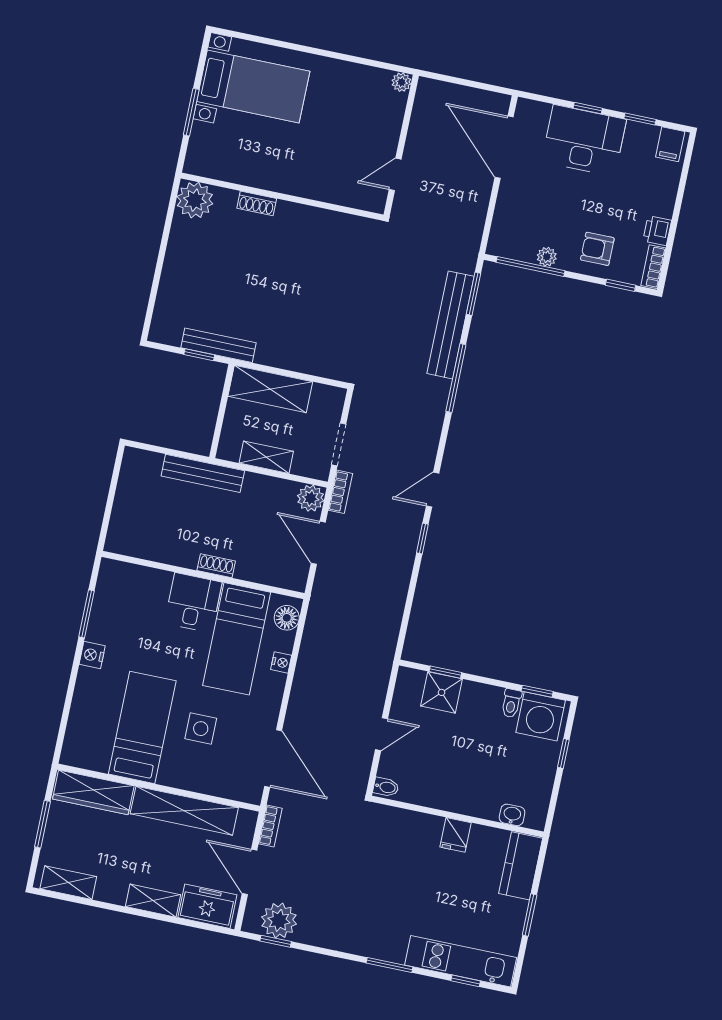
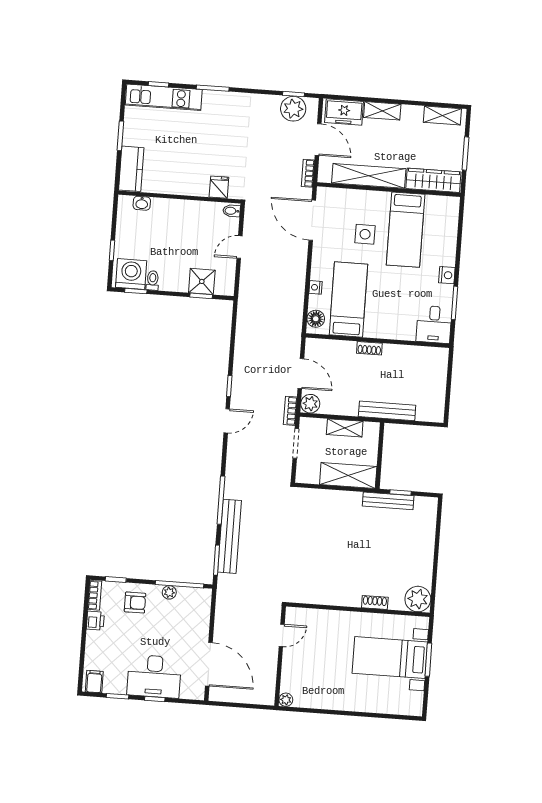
bed with nightstands: (253, 86) -> (390, 658), moved
desk: (193, 603) -> (434, 324), moved
fridge: (456, 835) -> (219, 187), moved

